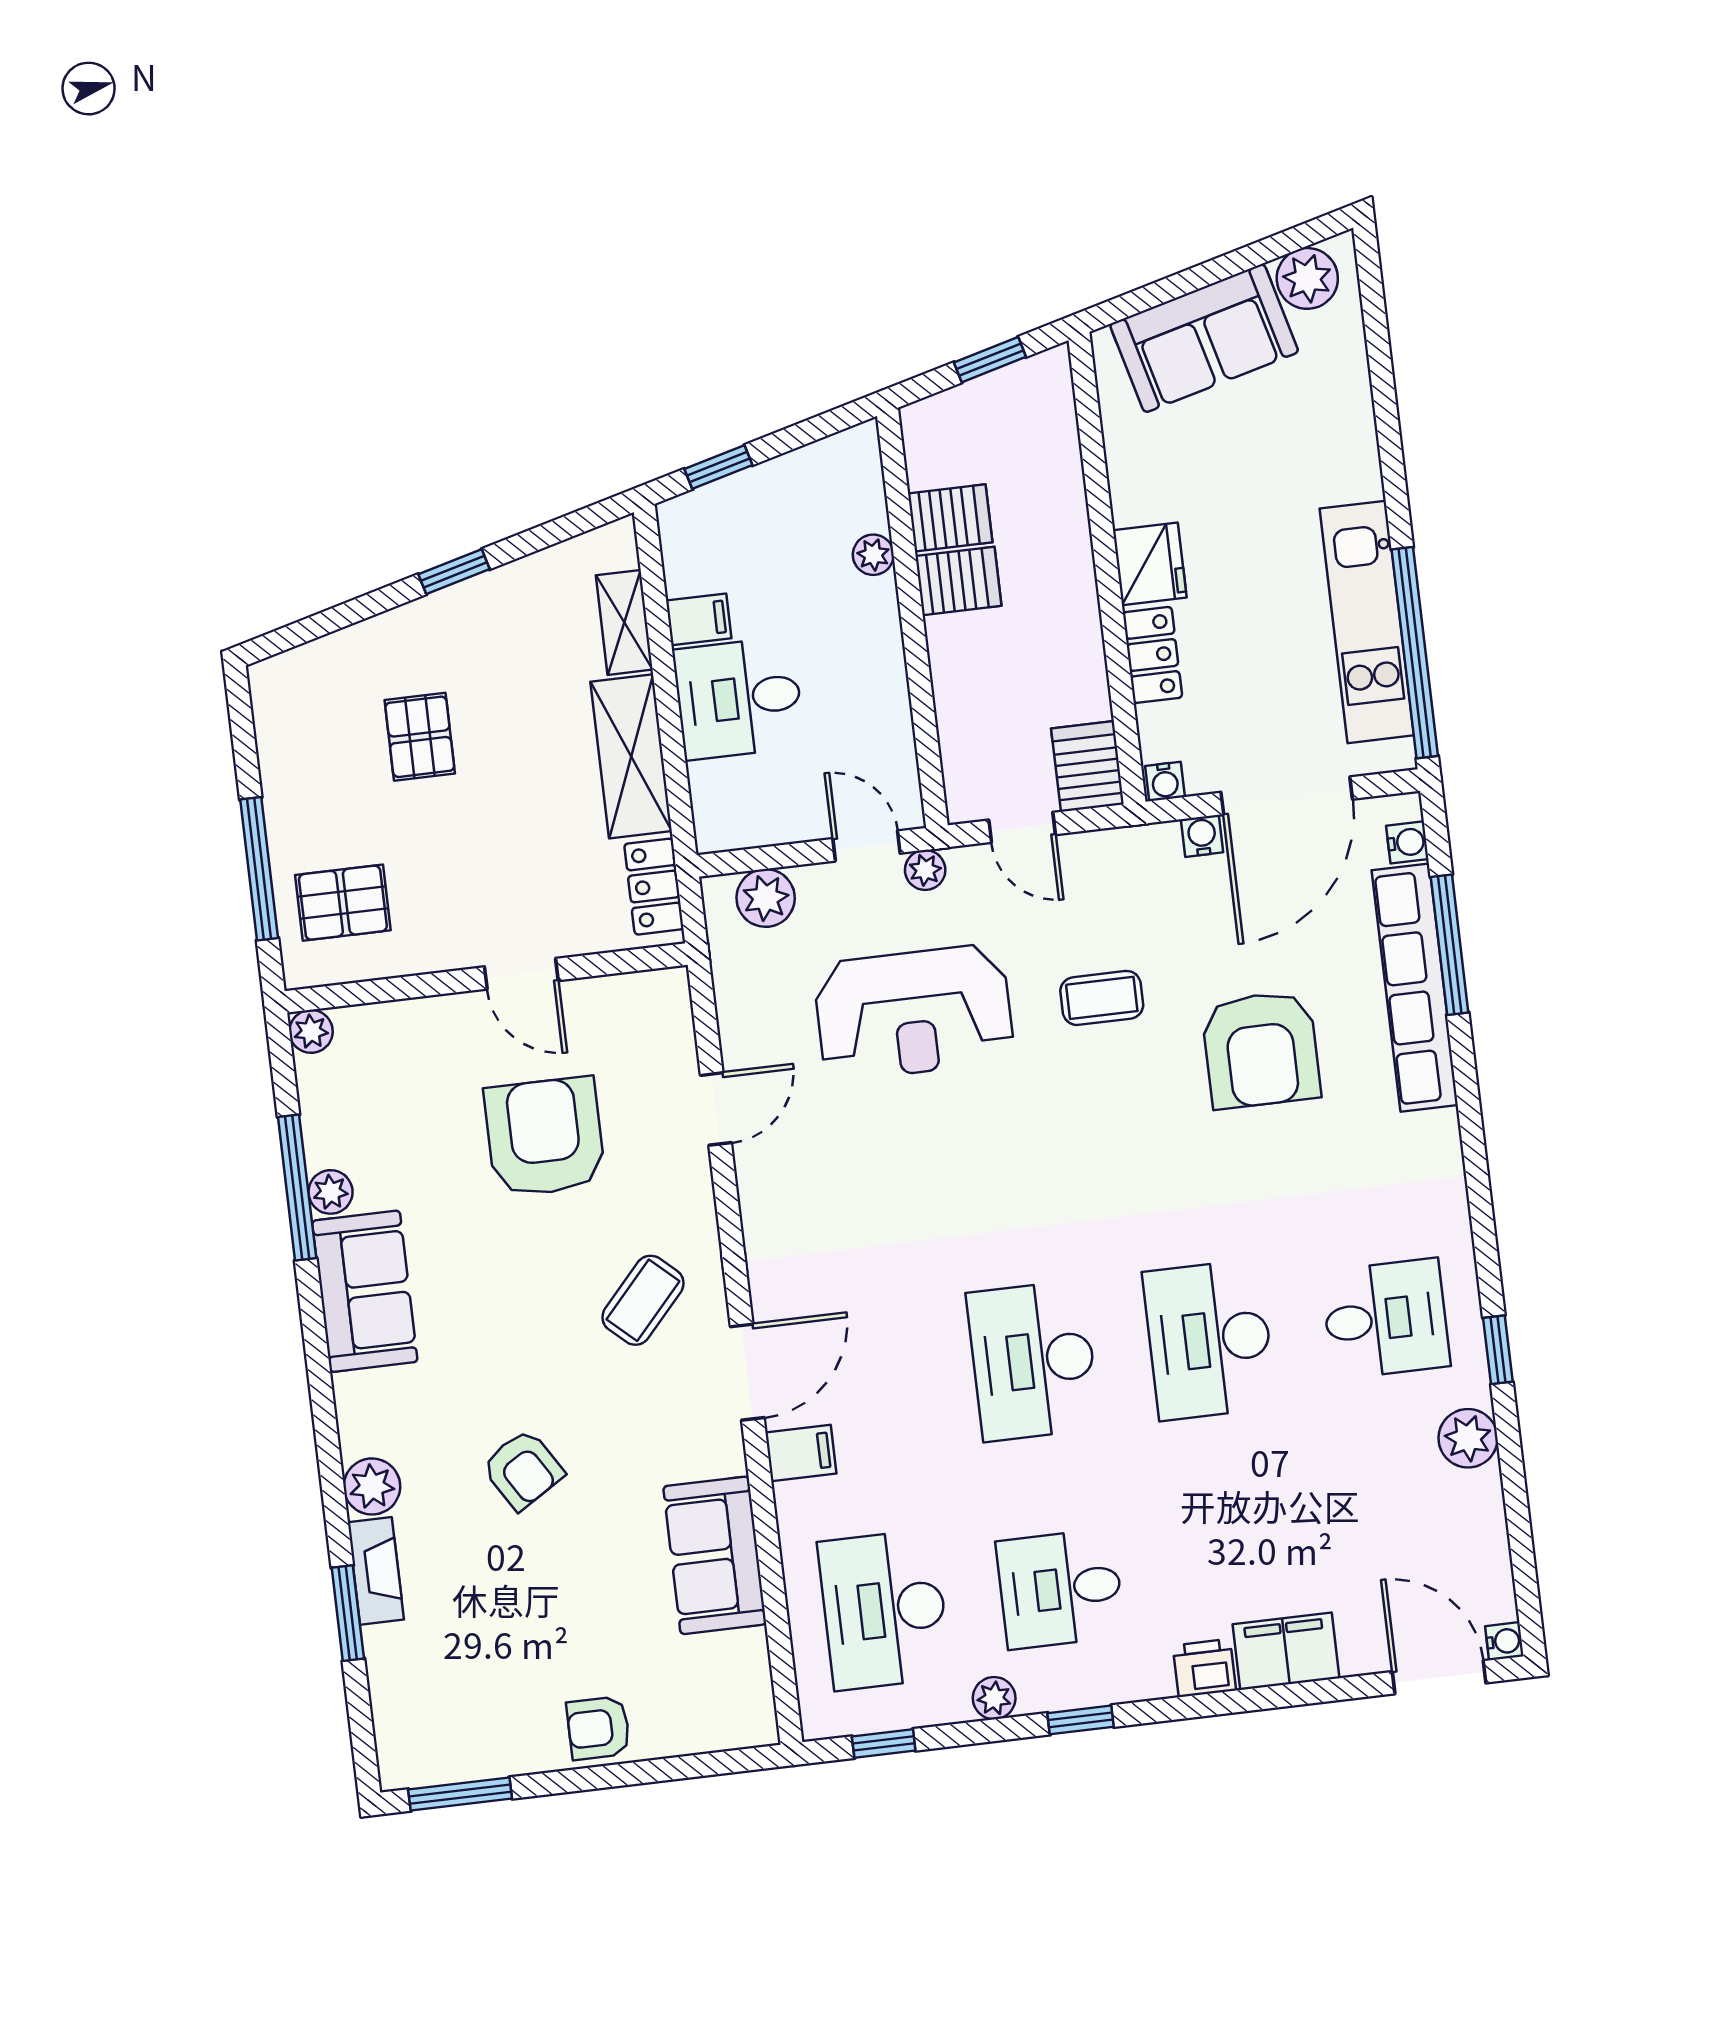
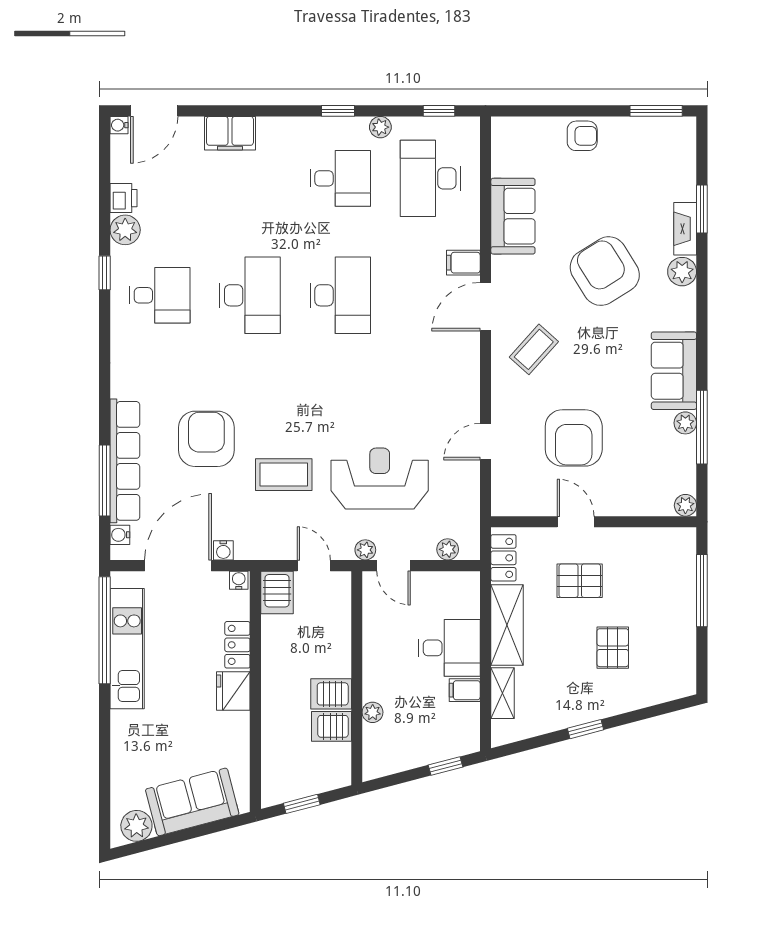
plant: (766, 898) -> (448, 549), width x0.73, depth x0.73
pallet: (343, 903) -> (580, 581), moved
coffee table: (1102, 998) -> (284, 475), width x1.36, depth x1.30
desk: (1385, 1319) -> (160, 295), turned 180
armchair: (523, 1470) -> (605, 271), width x1.88, depth x1.88
desk: (884, 1610) -> (431, 178), turned 180
printer: (1204, 1668) -> (124, 198), moved, turned -90
door: (1439, 1677) -> (154, 111), hinge flipped

